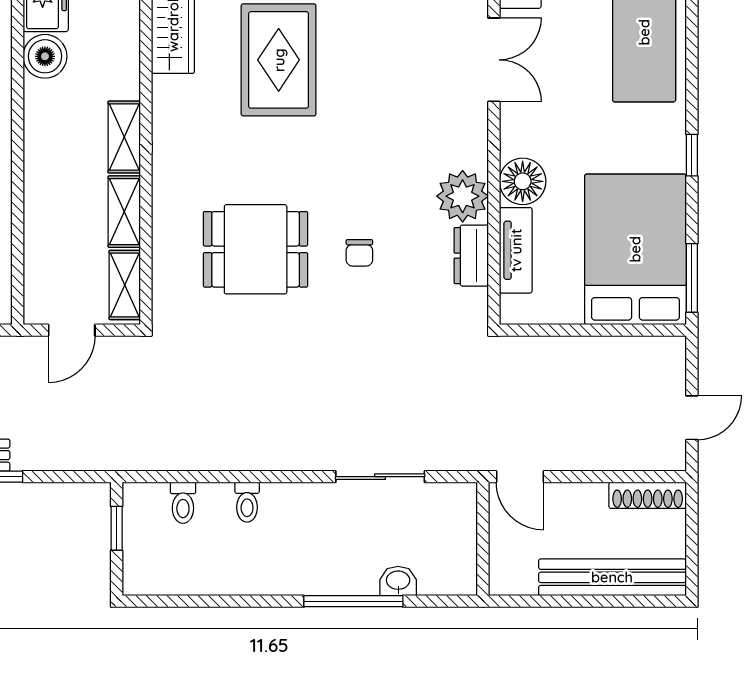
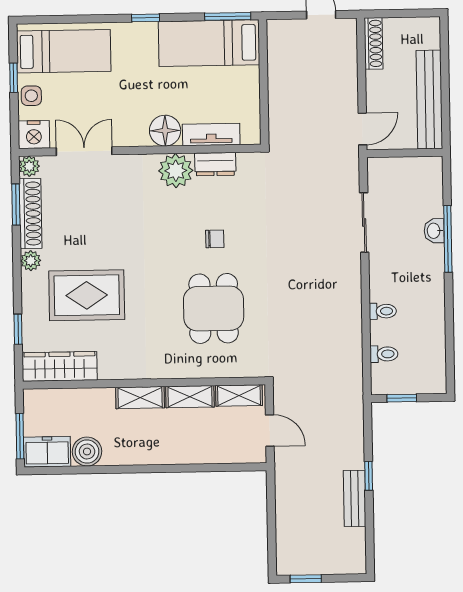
bed: (635, 249) -> (209, 43), width x0.67
bench: (612, 577) -> (429, 100), moved
washbasin: (398, 581) -> (434, 231), moved

